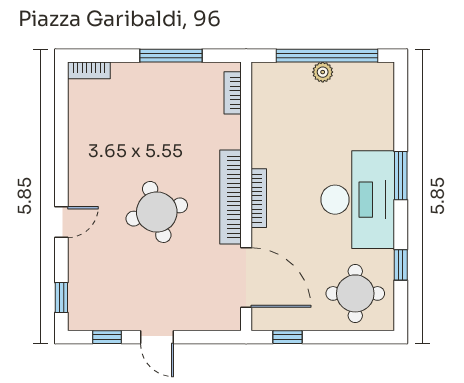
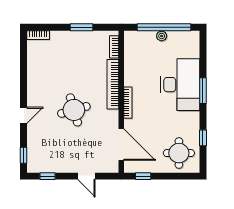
window: (171, 56) -> (81, 27), width x0.69
bookcase: (230, 197) -> (113, 84), moved
desk: (358, 200) -> (180, 85), moved
door: (157, 337) -> (86, 176), moved

